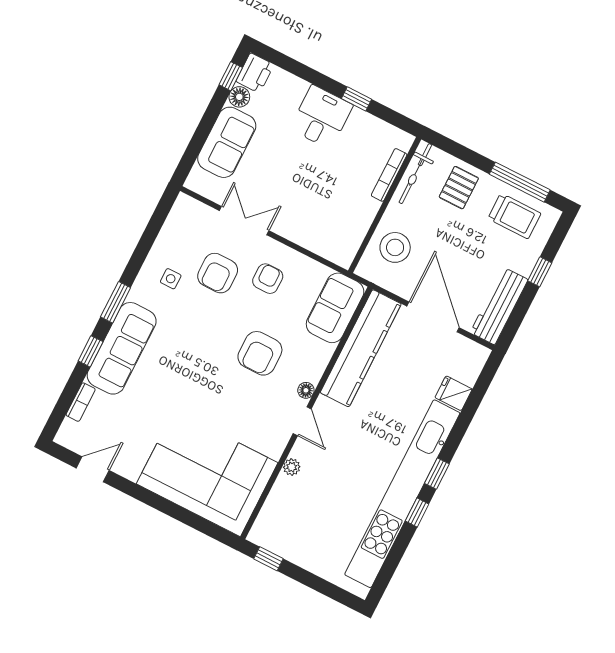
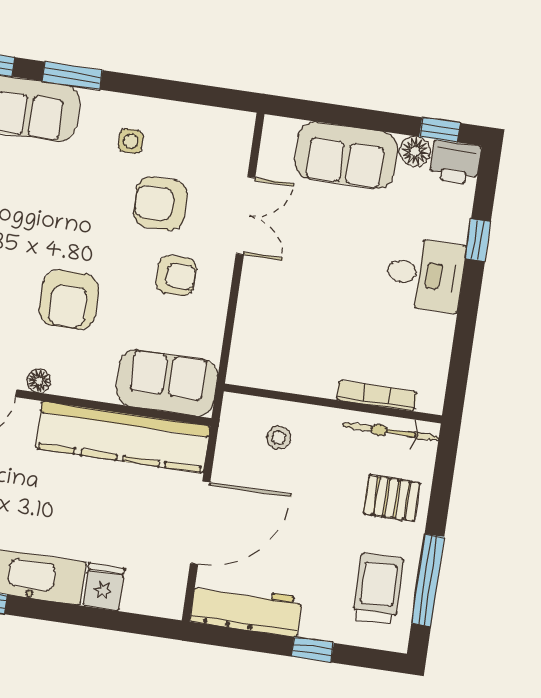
window: (357, 99) -> (478, 240), moved
trolley: (514, 216) -> (378, 589), turned 180
stool: (395, 247) -> (279, 438), width x0.53, depth x0.53
armchair: (260, 353) -> (69, 300), turned -90

